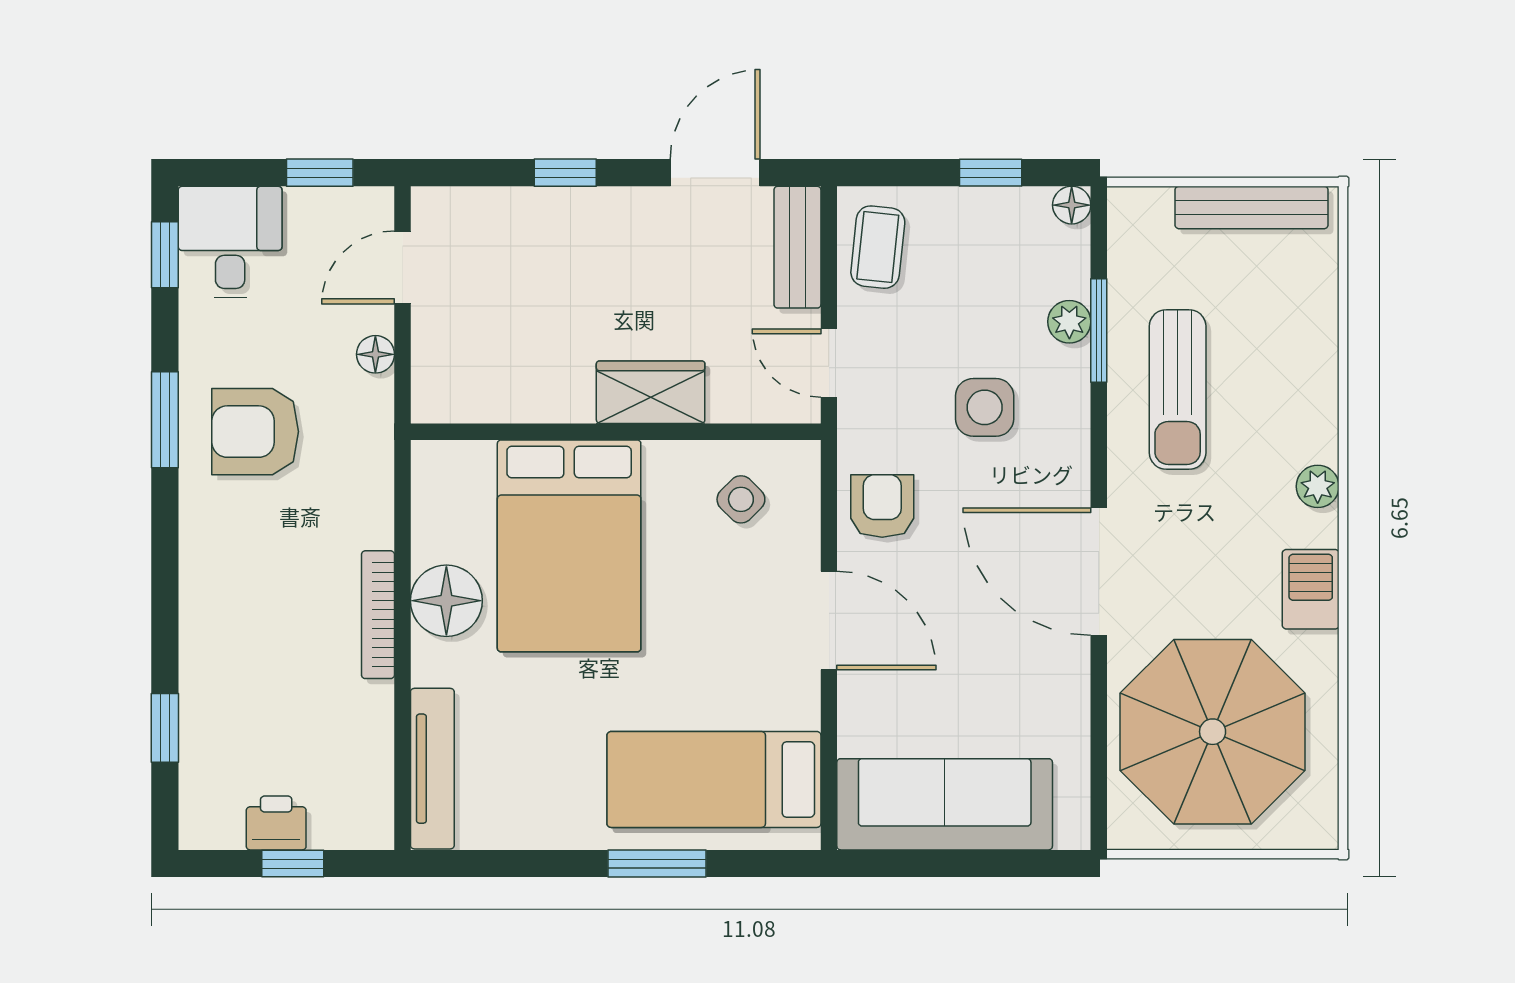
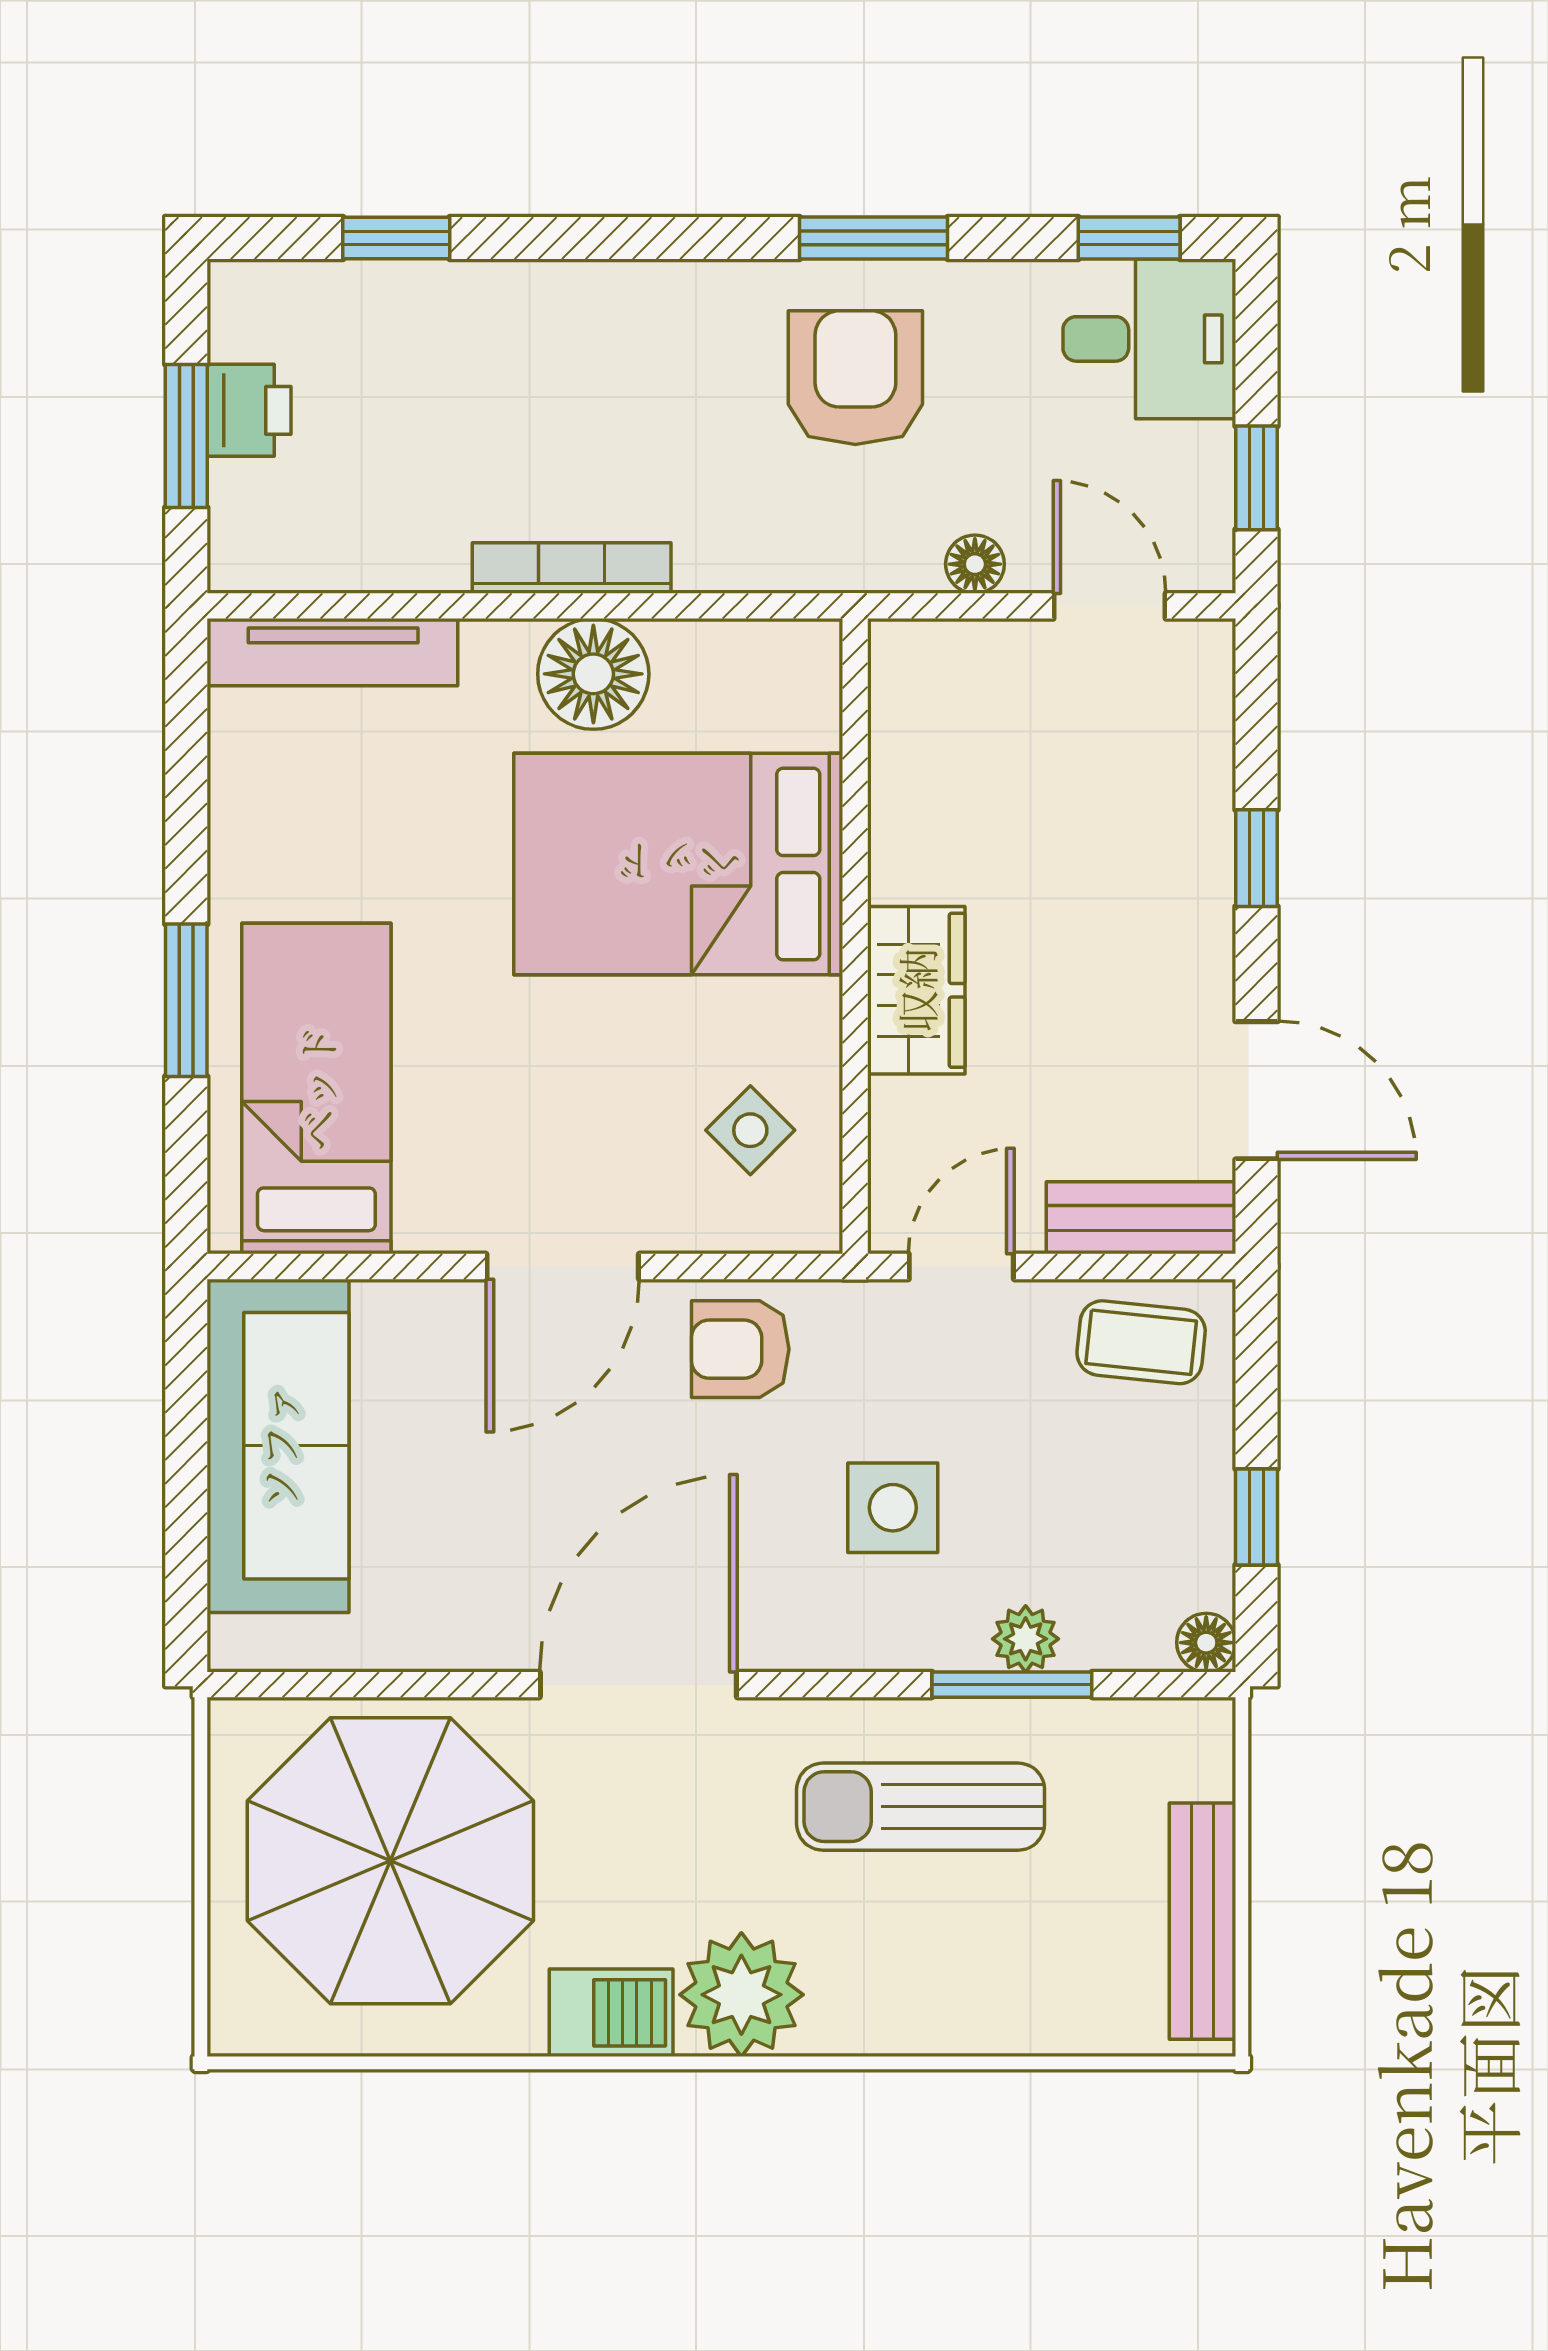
plant: (1318, 486) -> (741, 1995), width x1.87, depth x1.87
armchair: (882, 506) -> (740, 1349), turned 180
window: (293, 864) -> (186, 436), width x1.50

